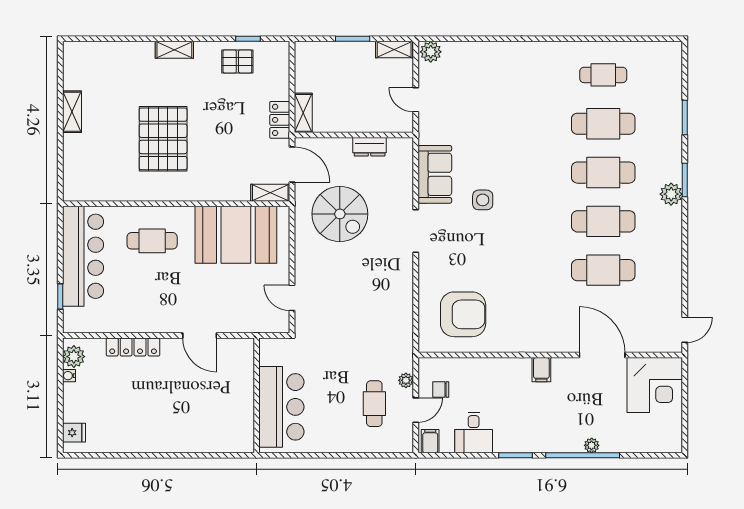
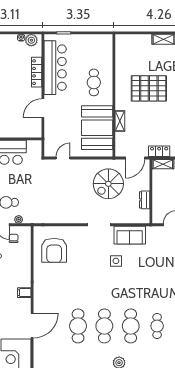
cafe table: (603, 124) -> (157, 326), width x0.73, depth x0.74
shelving: (270, 193) -> (120, 121), moved
bar counter: (83, 256) -> (55, 68), moved, turned -90

